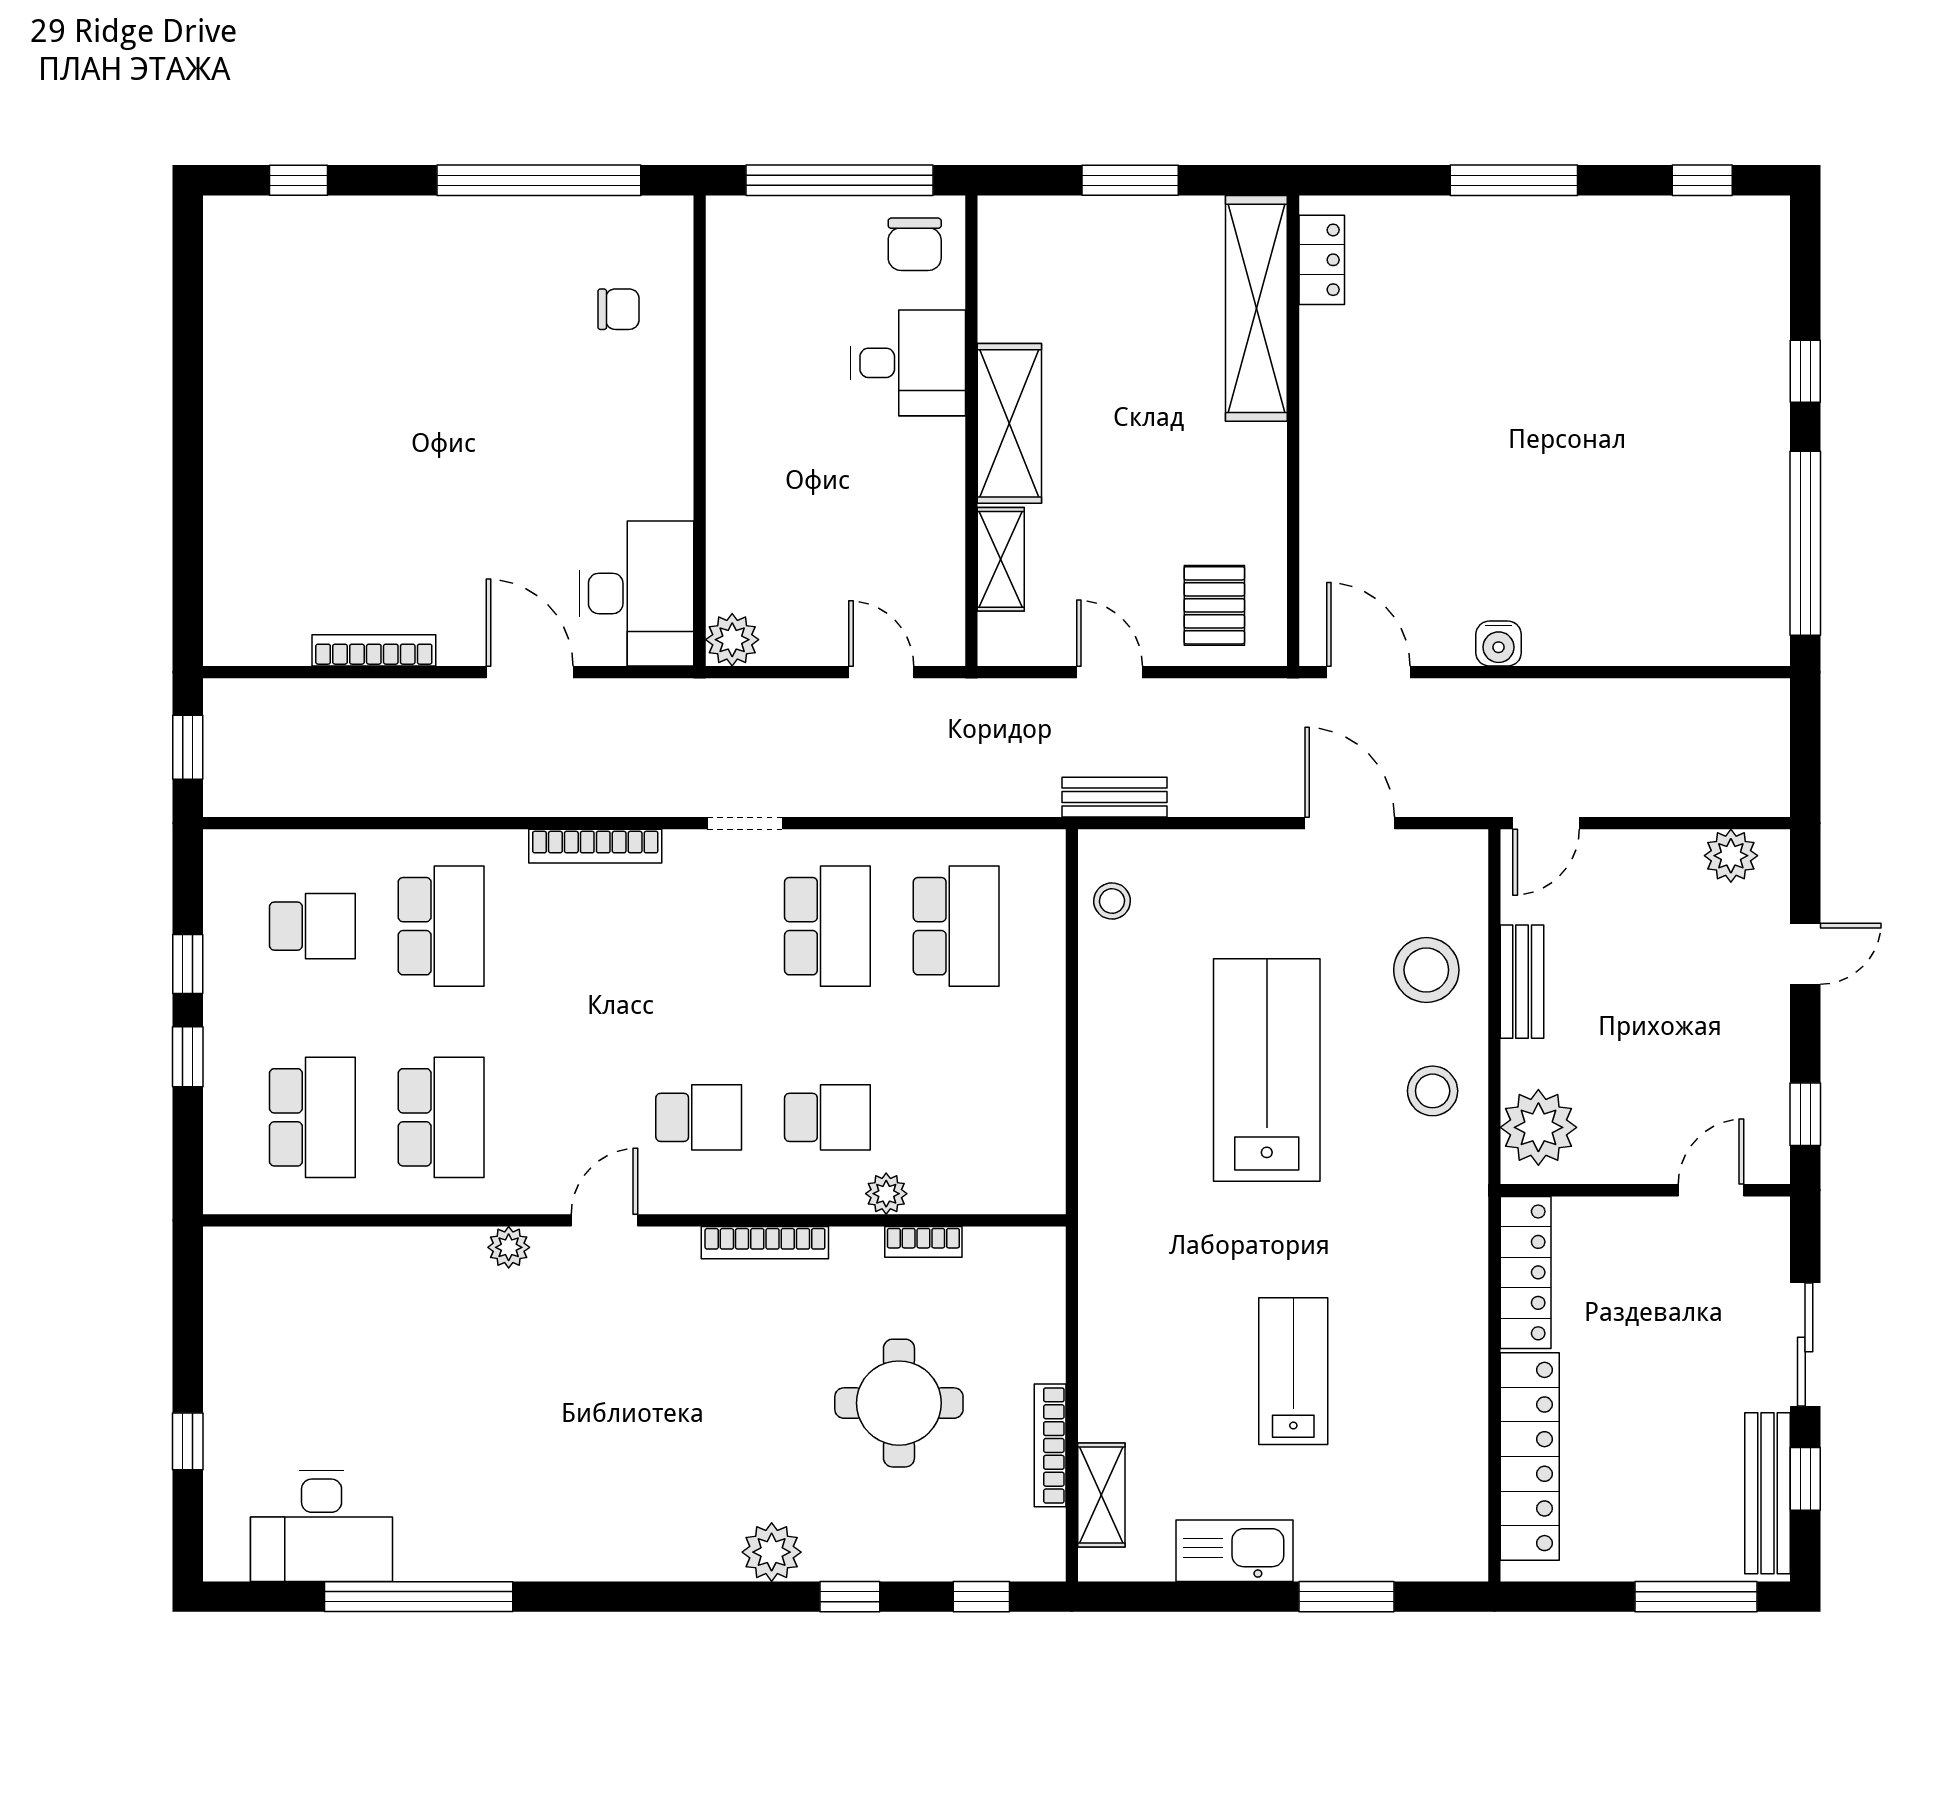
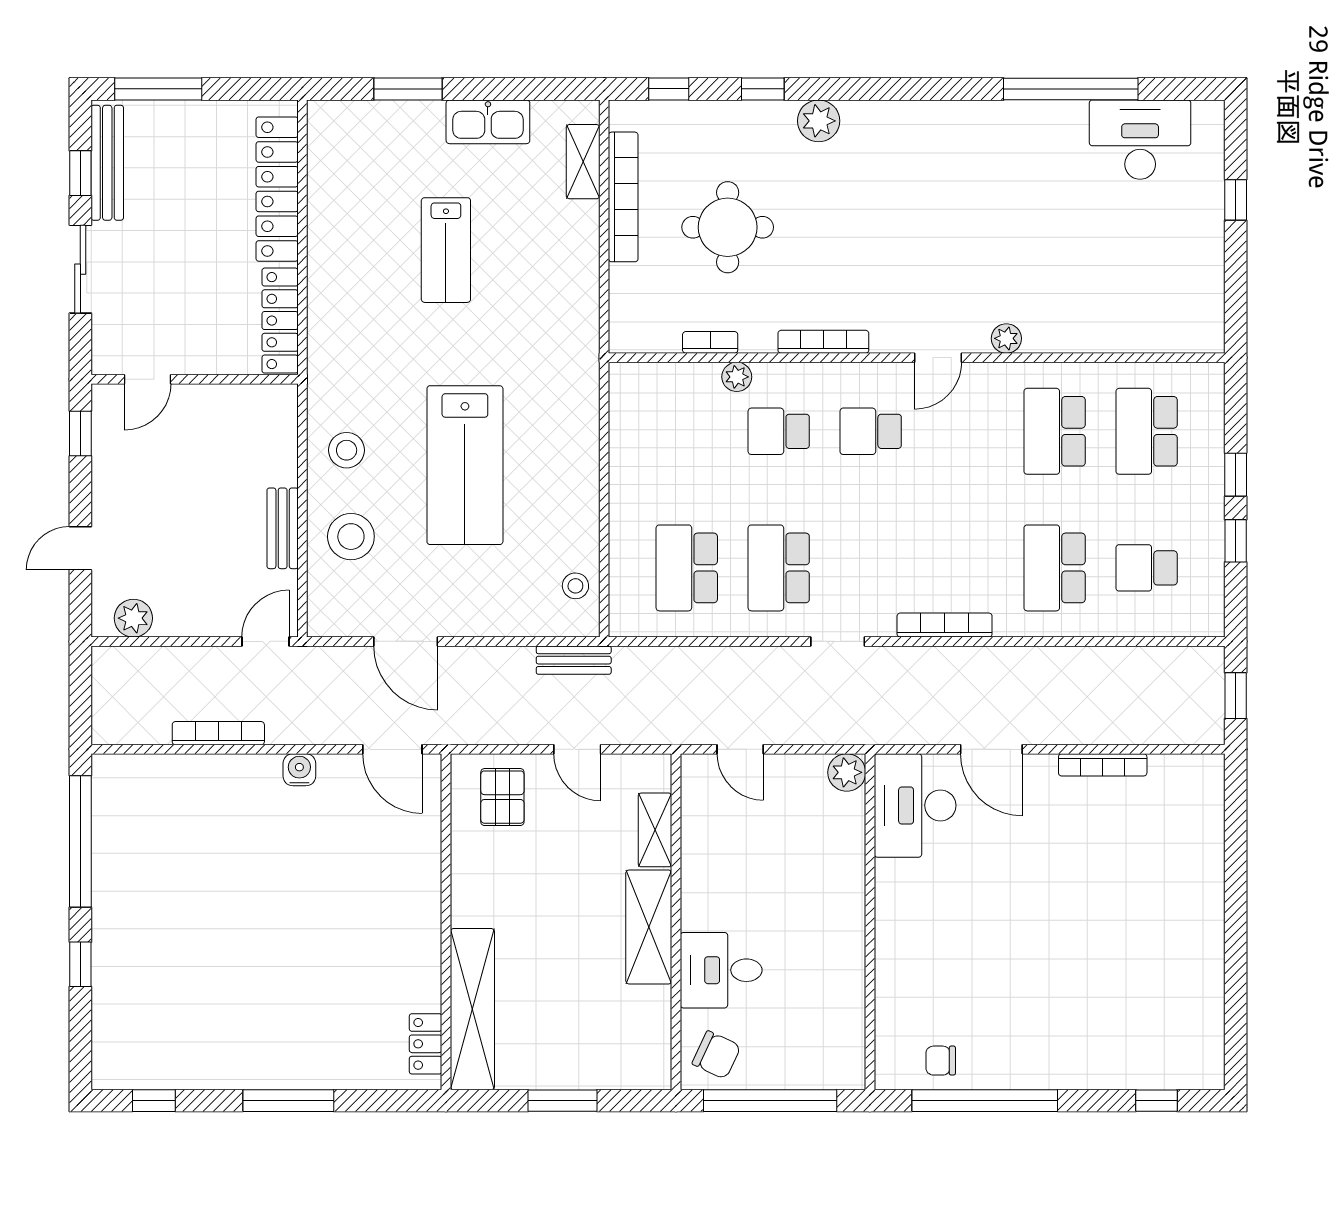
chair: (915, 244) -> (716, 1055), turned 115
chair: (619, 309) -> (941, 1061), moved
bookcase: (1612, 695) -> (218, 733), added
plant: (1538, 1127) -> (271, 424), removed
bookcase: (1050, 1445) -> (623, 197), width x1.48, depth x1.31

